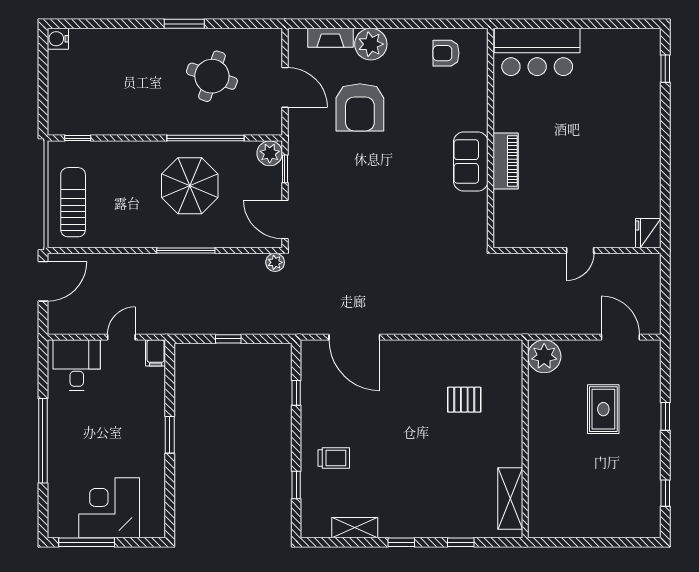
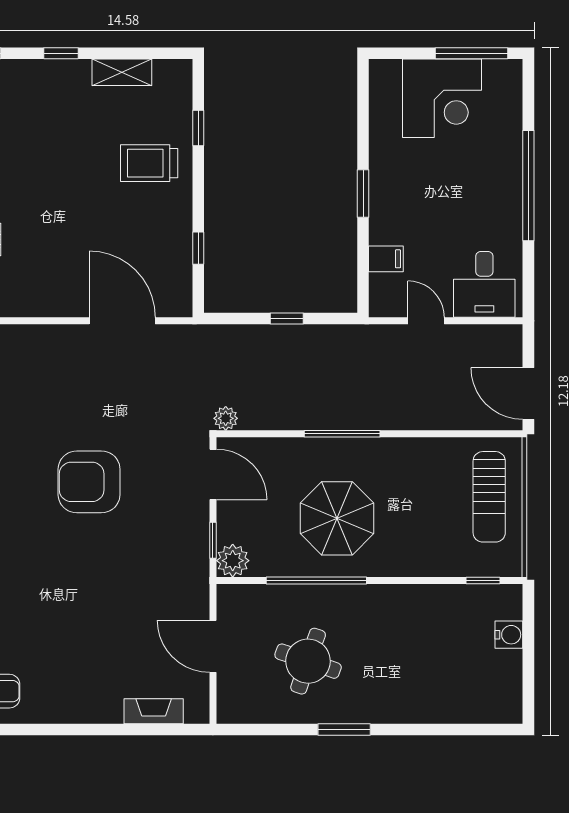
water cooler: (58, 39) -> (509, 635), moved
plant: (371, 44) -> (101, 703), removed
armchair: (360, 107) -> (89, 482), moved, turned -90
door: (43, 281) -> (528, 394), hinge flipped
door: (121, 337) -> (426, 321), swing flipped
filing cabinet: (156, 353) -> (386, 259), moved, turned 90
trolley: (334, 458) -> (149, 163), width x1.36, depth x1.39

